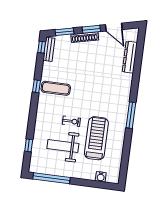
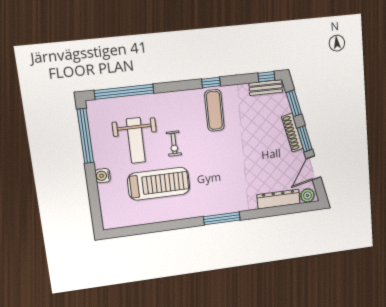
plant: (133, 36) -> (307, 195), added
window: (131, 115) -> (222, 218), moved
window: (29, 145) -> (124, 92), width x3.17
weight bench: (63, 146) -> (136, 140), turned 180
water cooler: (101, 177) -> (103, 176), moved

